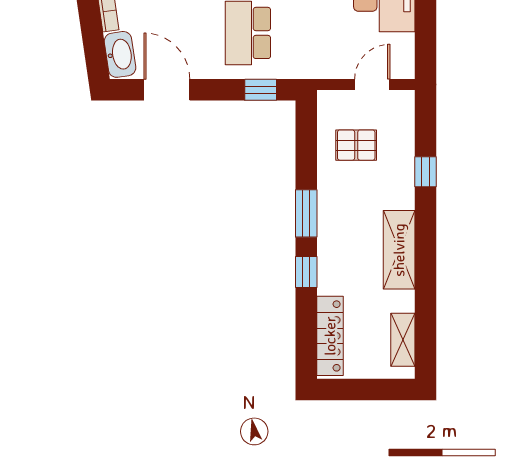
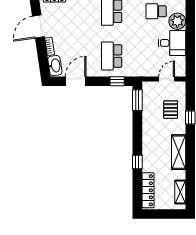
door: (167, 90) -> (76, 81), hinge flipped
pallet: (356, 145) -> (171, 110), moved, turned 90
window: (306, 213) -> (137, 100), moved

